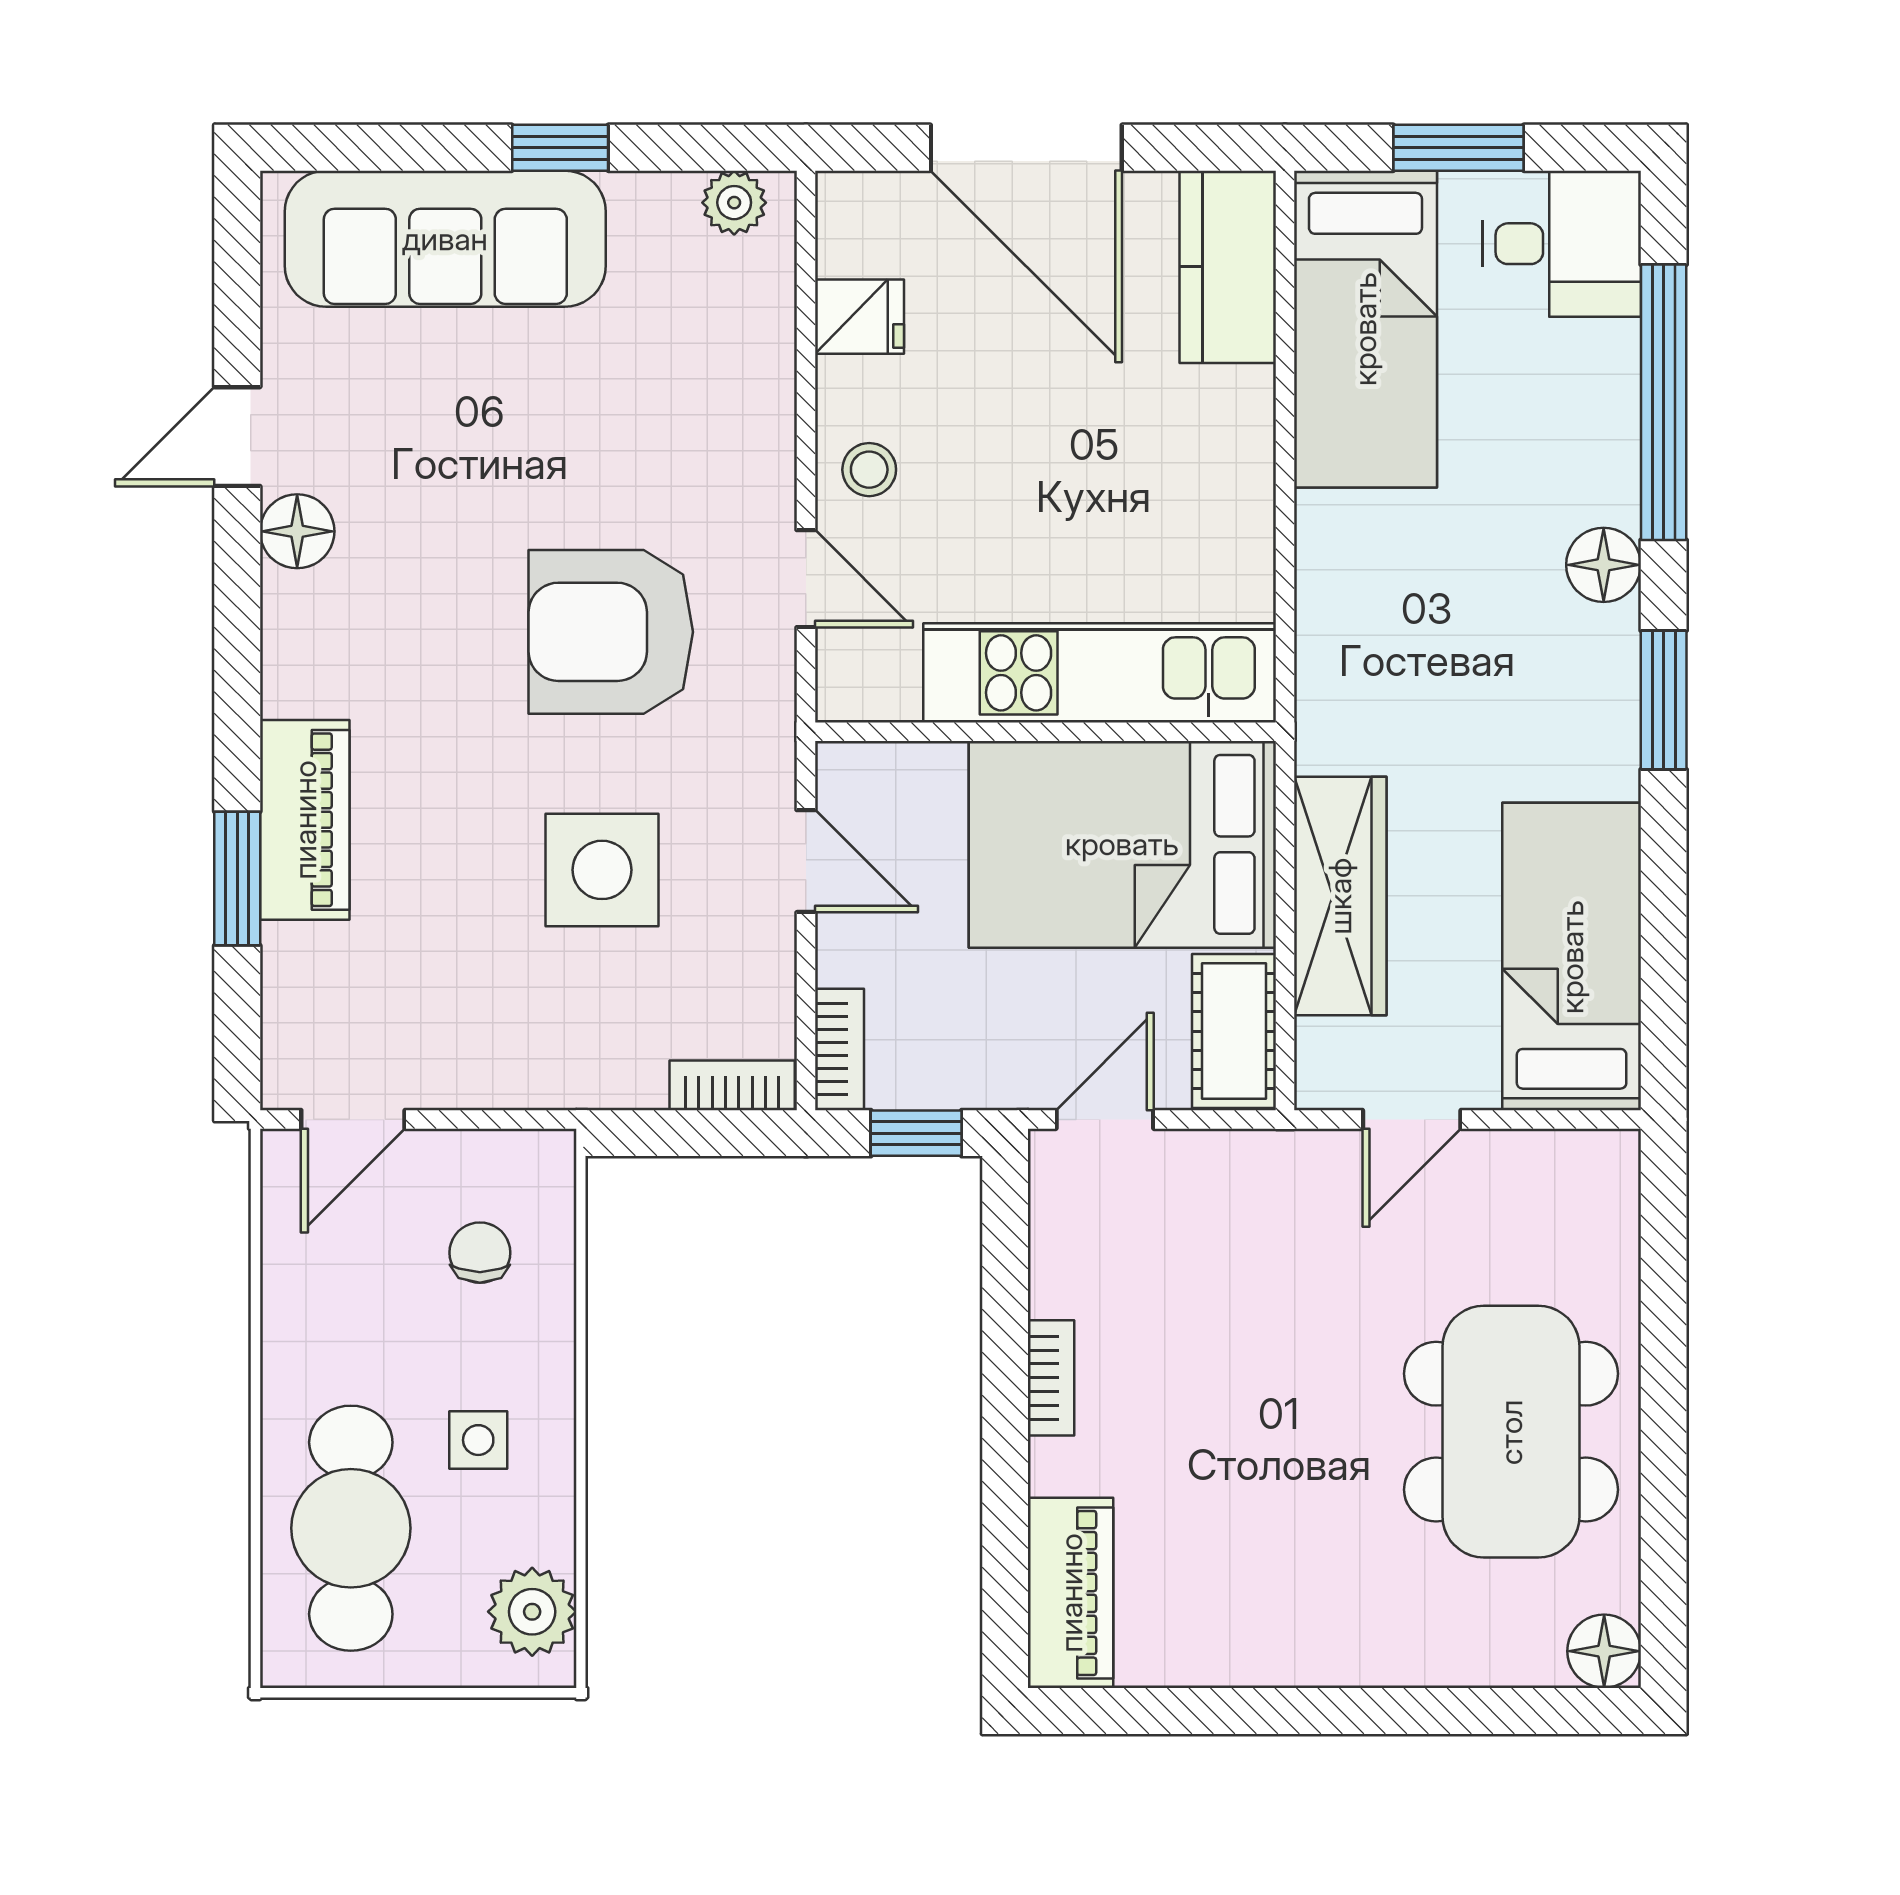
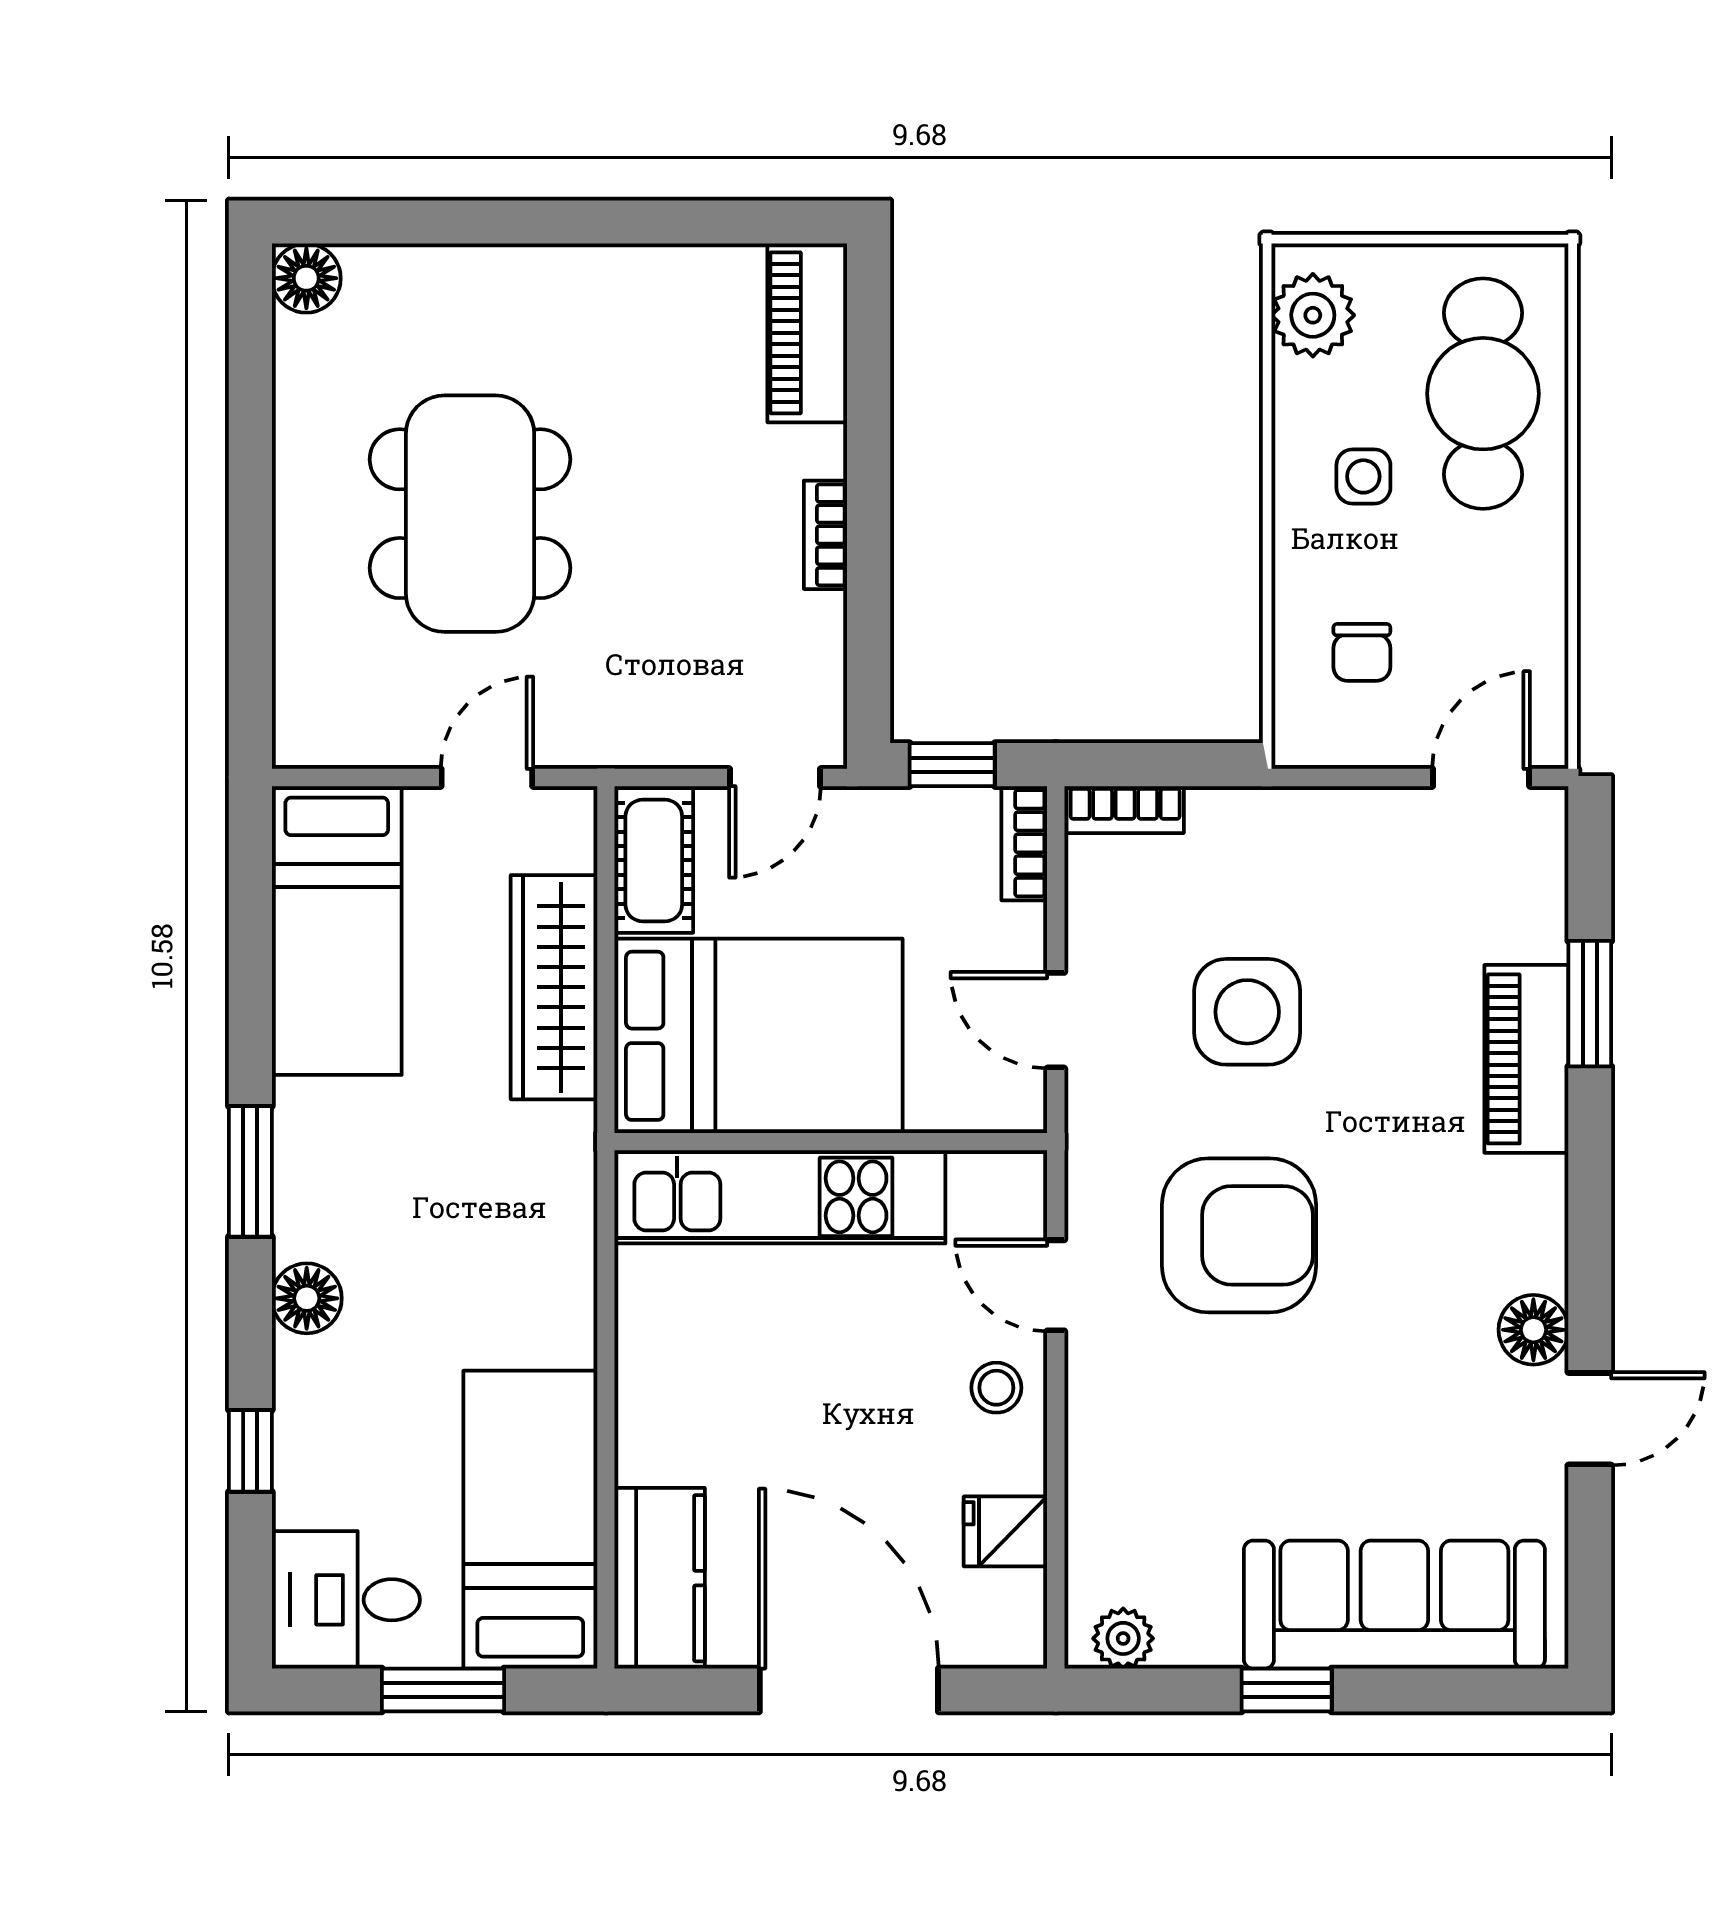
window: (1664, 402) -> (250, 1451), width x0.32
dining table: (1511, 1432) -> (470, 514), moved

